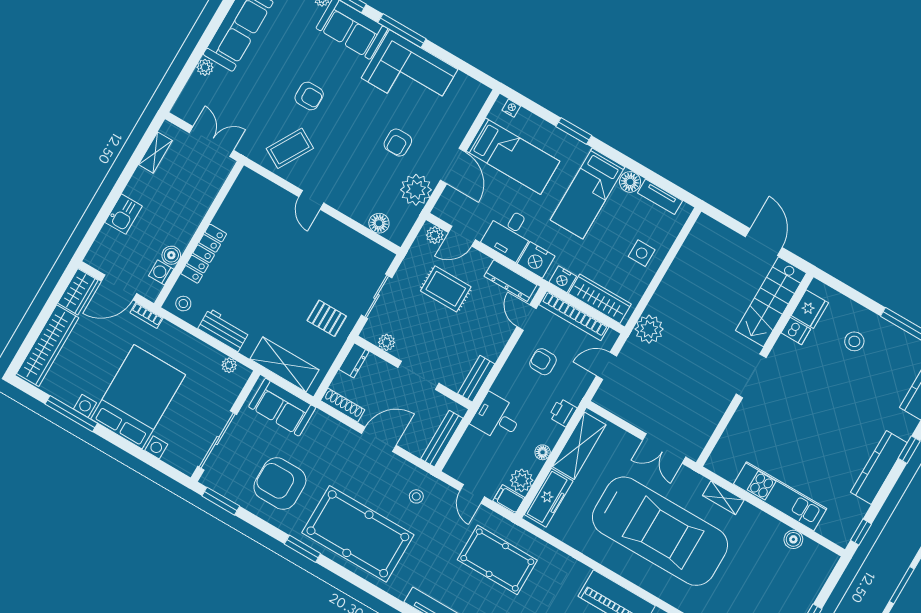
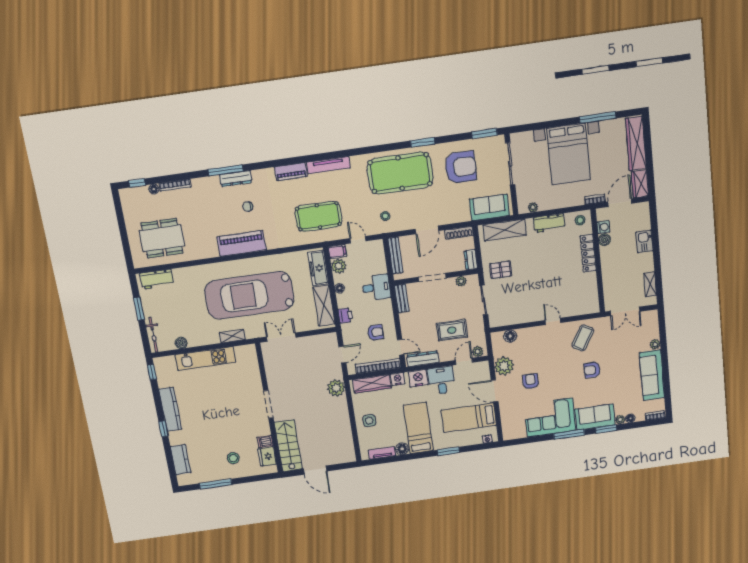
bicycle: (819, 577) -> (153, 335), added

